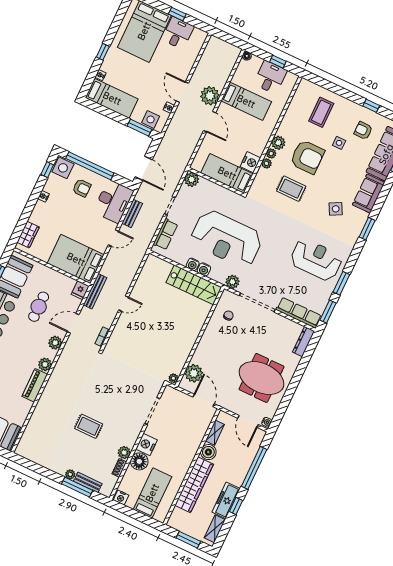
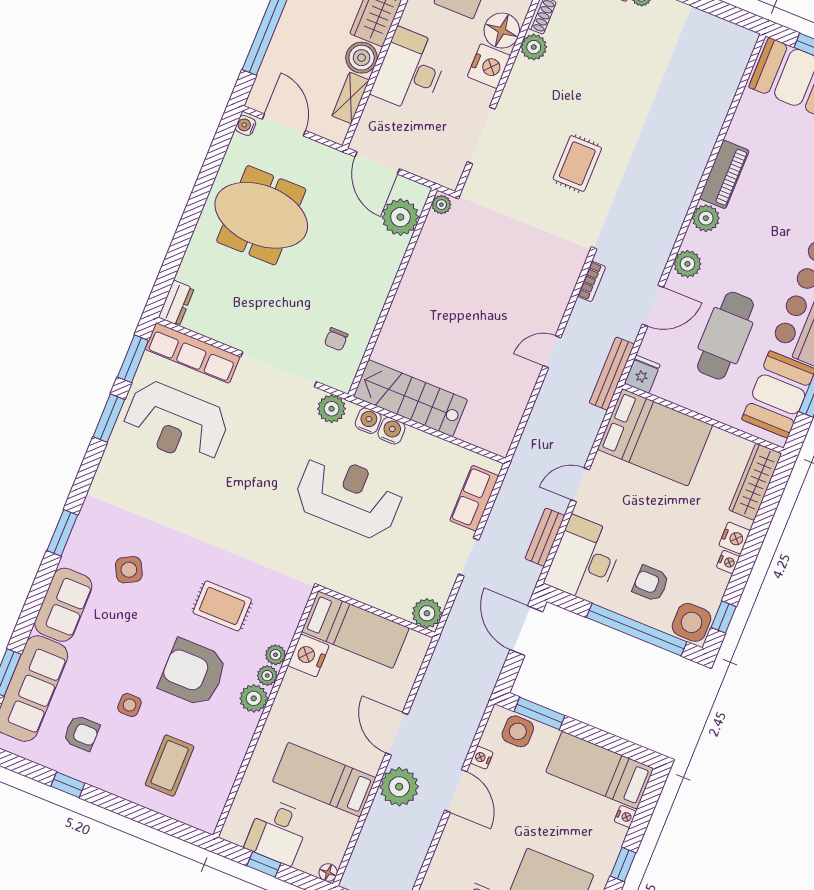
nightstand: (40, 208) -> (735, 538), added
wardrobe: (28, 235) -> (755, 482), width x1.50
reception desk: (226, 239) -> (349, 496), width x0.74, depth x0.77
reception desk: (316, 260) -> (176, 423), moved
water cooler: (193, 264) -> (368, 421), moved
cafe table: (39, 307) -> (725, 336), width x1.37, depth x1.35
dresser: (303, 342) -> (176, 303), width x0.70
rug: (89, 426) -> (577, 163), moved, turned 90
desk: (185, 444) -> (410, 71), added

